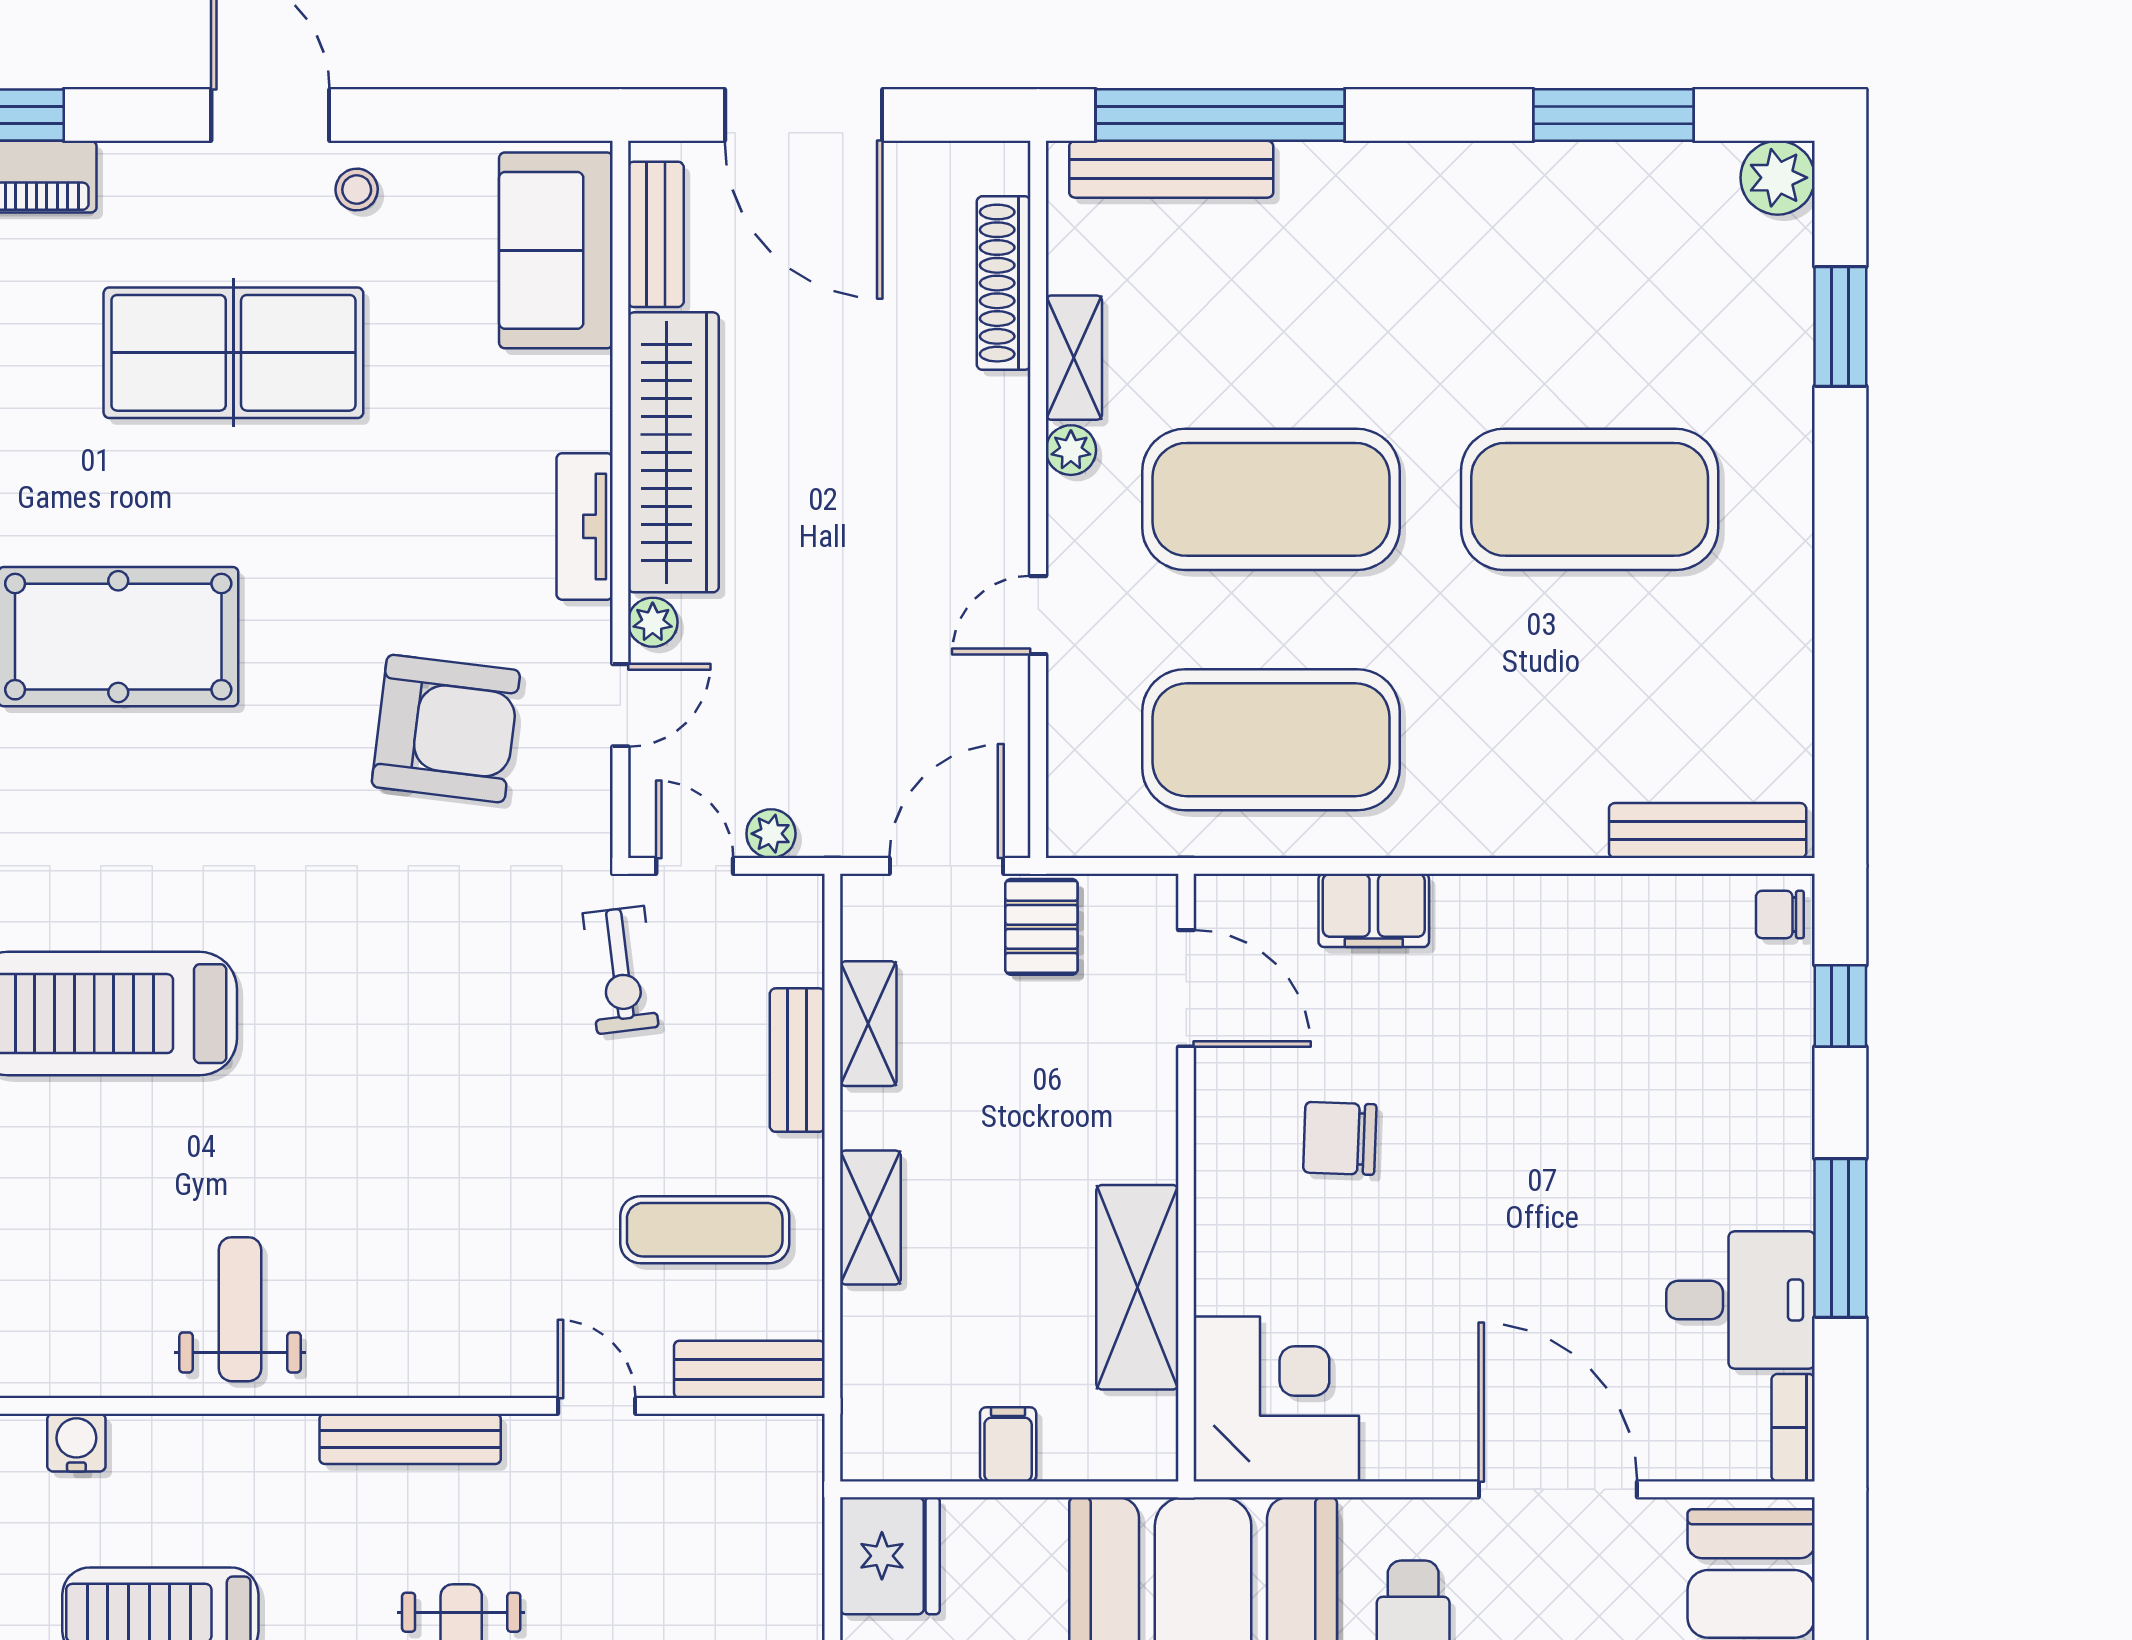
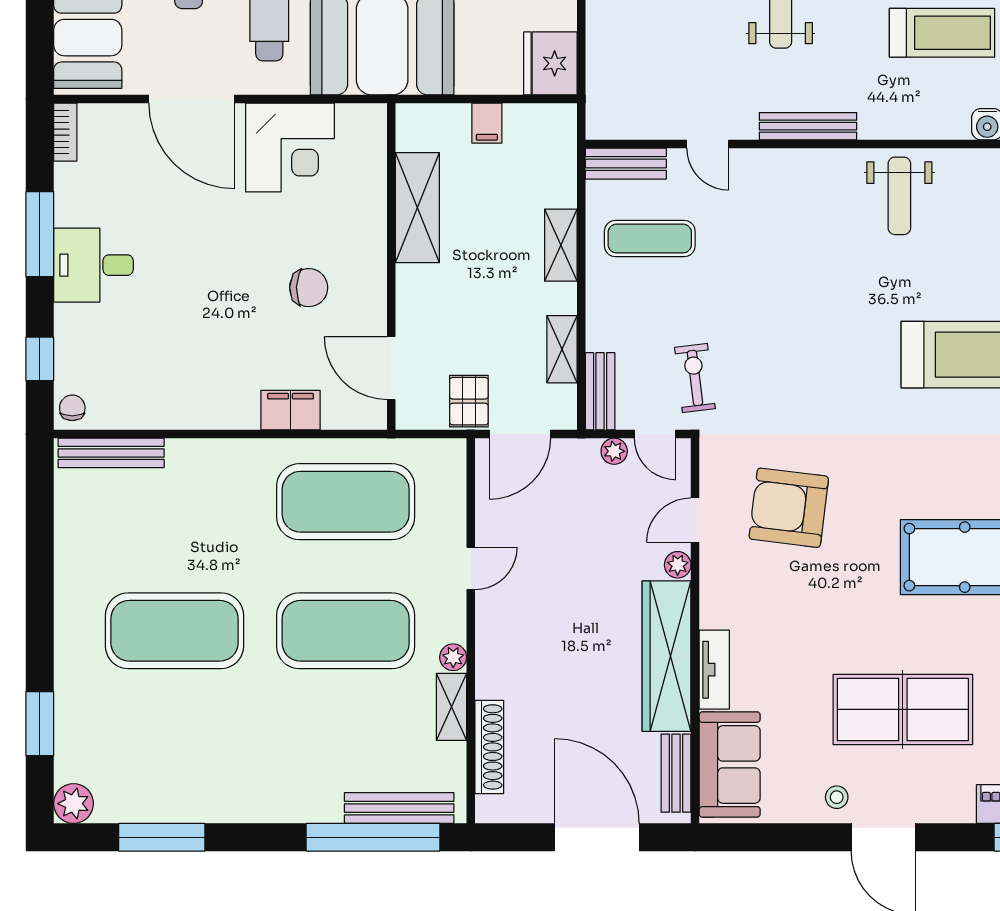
tv unit: (585, 526) -> (714, 670), moved
chair: (1780, 914) -> (72, 408), turned -90
bench: (797, 1060) -> (600, 391), moved
desk: (1741, 1300) -> (93, 265), moved
corner desk: (1276, 1399) -> (290, 148), moved, turned -90

